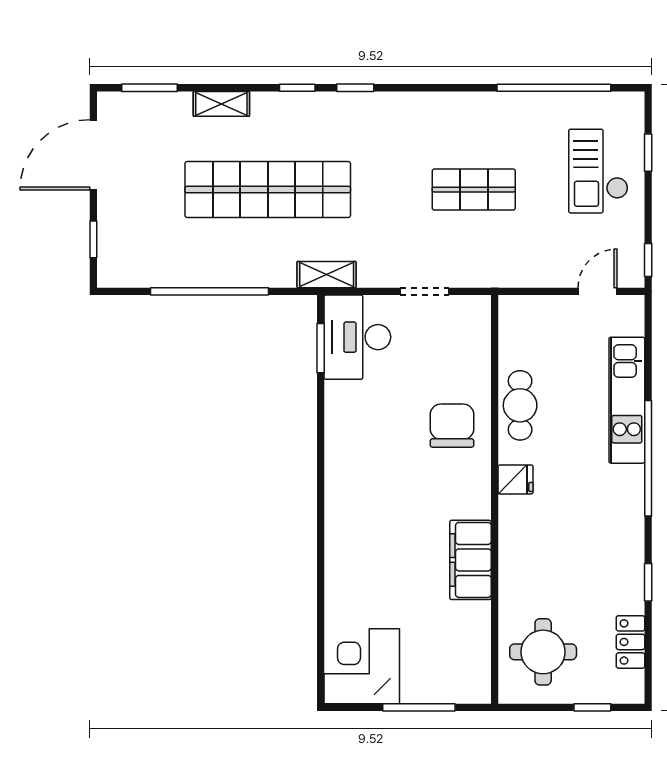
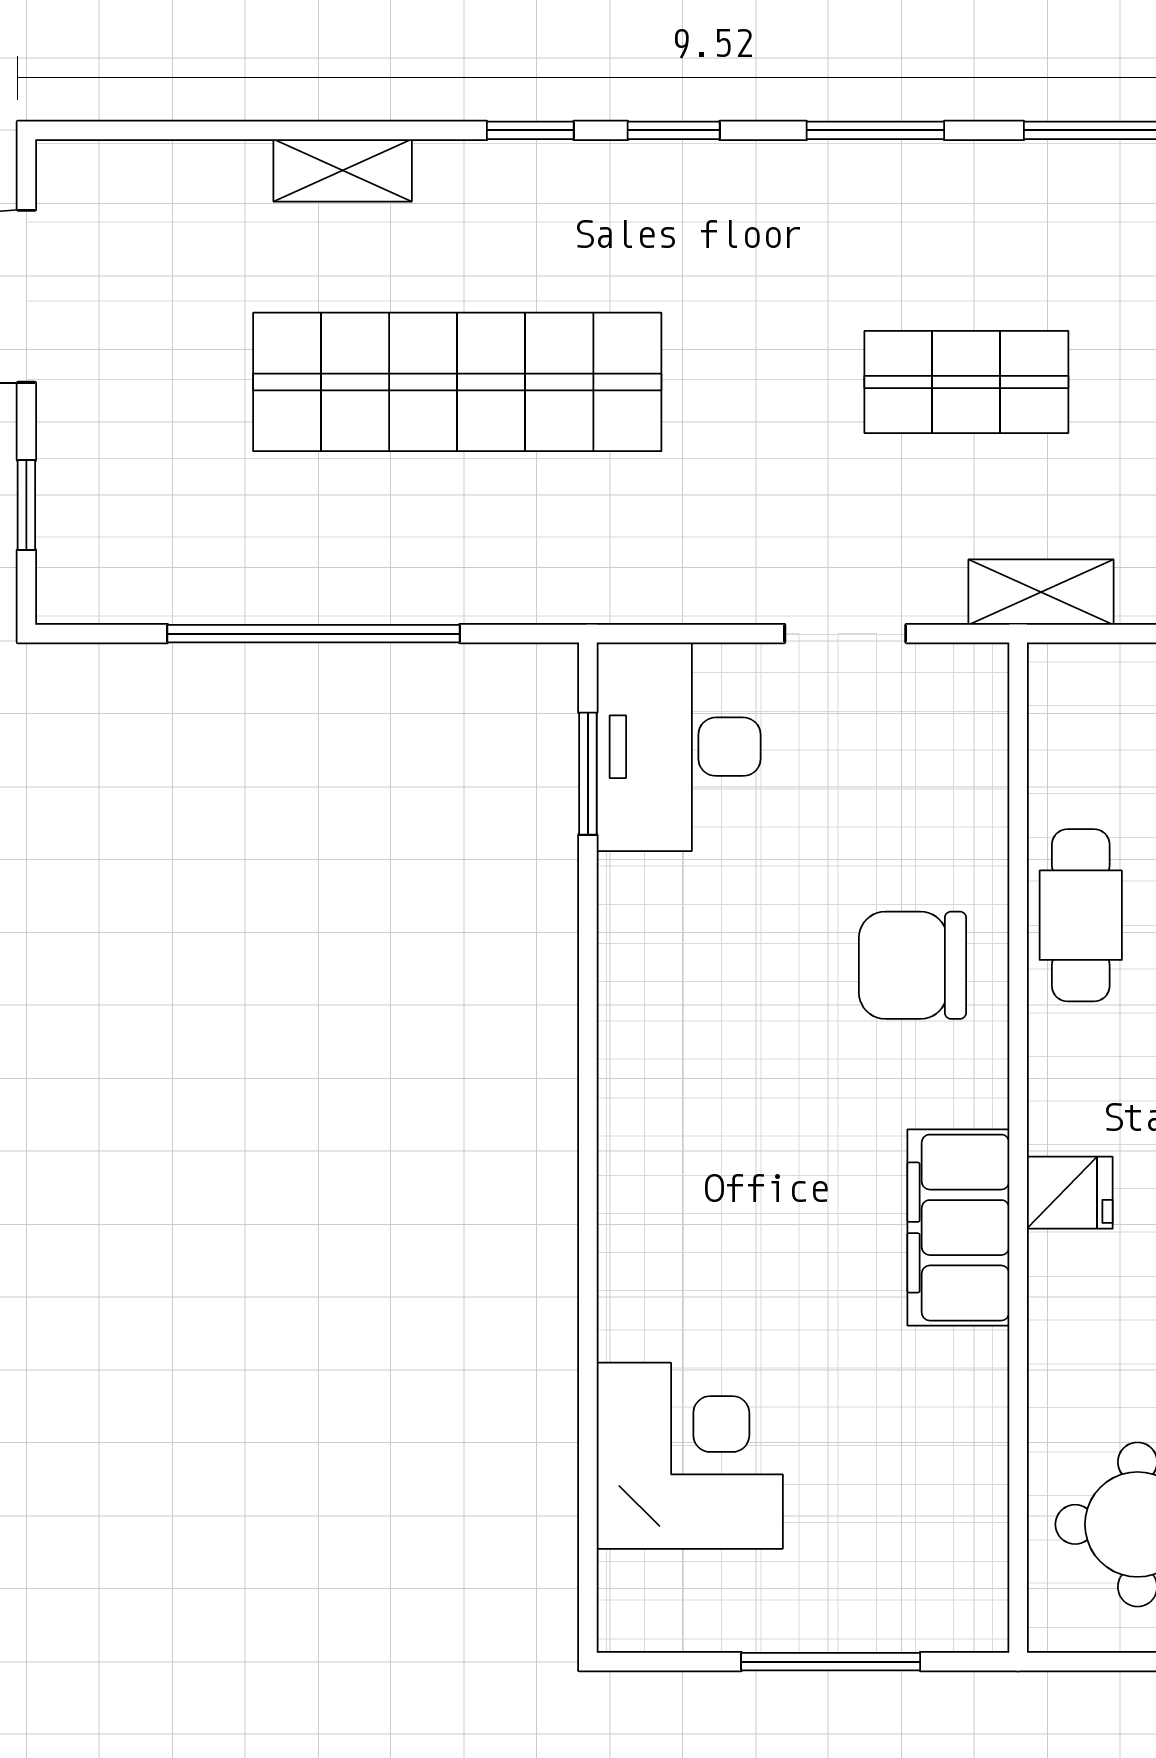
window: (150, 88) -> (875, 130), moved
shelving: (327, 275) -> (1041, 592), moved
chair: (452, 426) -> (913, 965), turned -90
fridge: (516, 479) -> (1070, 1193), moved
filing cabinet: (471, 560) -> (958, 1228), moved
corner desk: (362, 666) -> (690, 1456), moved, turned 90

